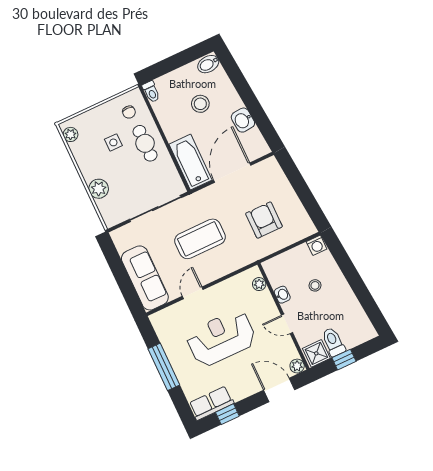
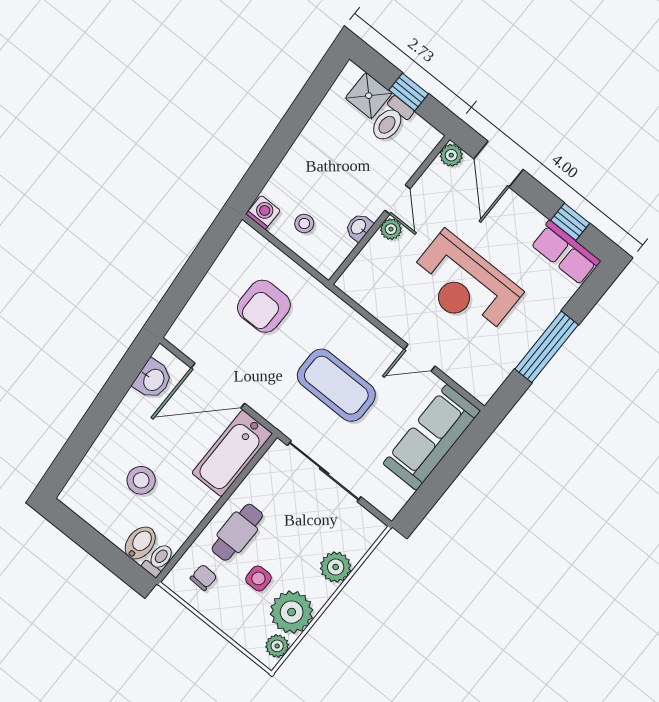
bidet: (208, 64) -> (140, 543), moved, turned -85
washbasin: (243, 120) -> (153, 379), moved
plant: (86, 152) -> (292, 612), added
plant: (259, 284) -> (391, 229), moved
stool: (315, 285) -> (304, 223), moved
shower: (316, 353) -> (369, 96), moved

